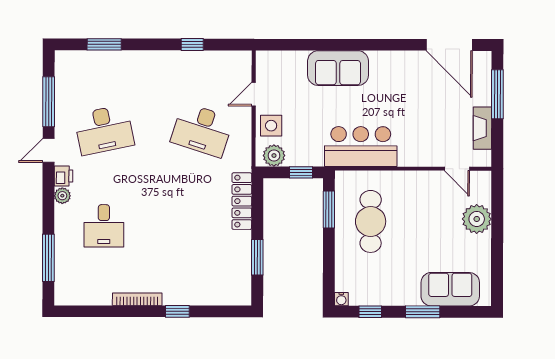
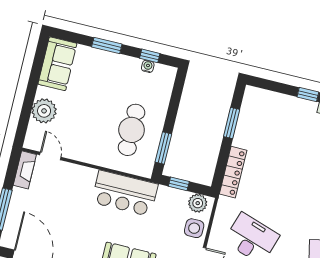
fireplace: (482, 128) -> (25, 170), moved
sofa: (450, 289) -> (57, 64), moved, turned -90
water cooler: (341, 299) -> (148, 66), moved

